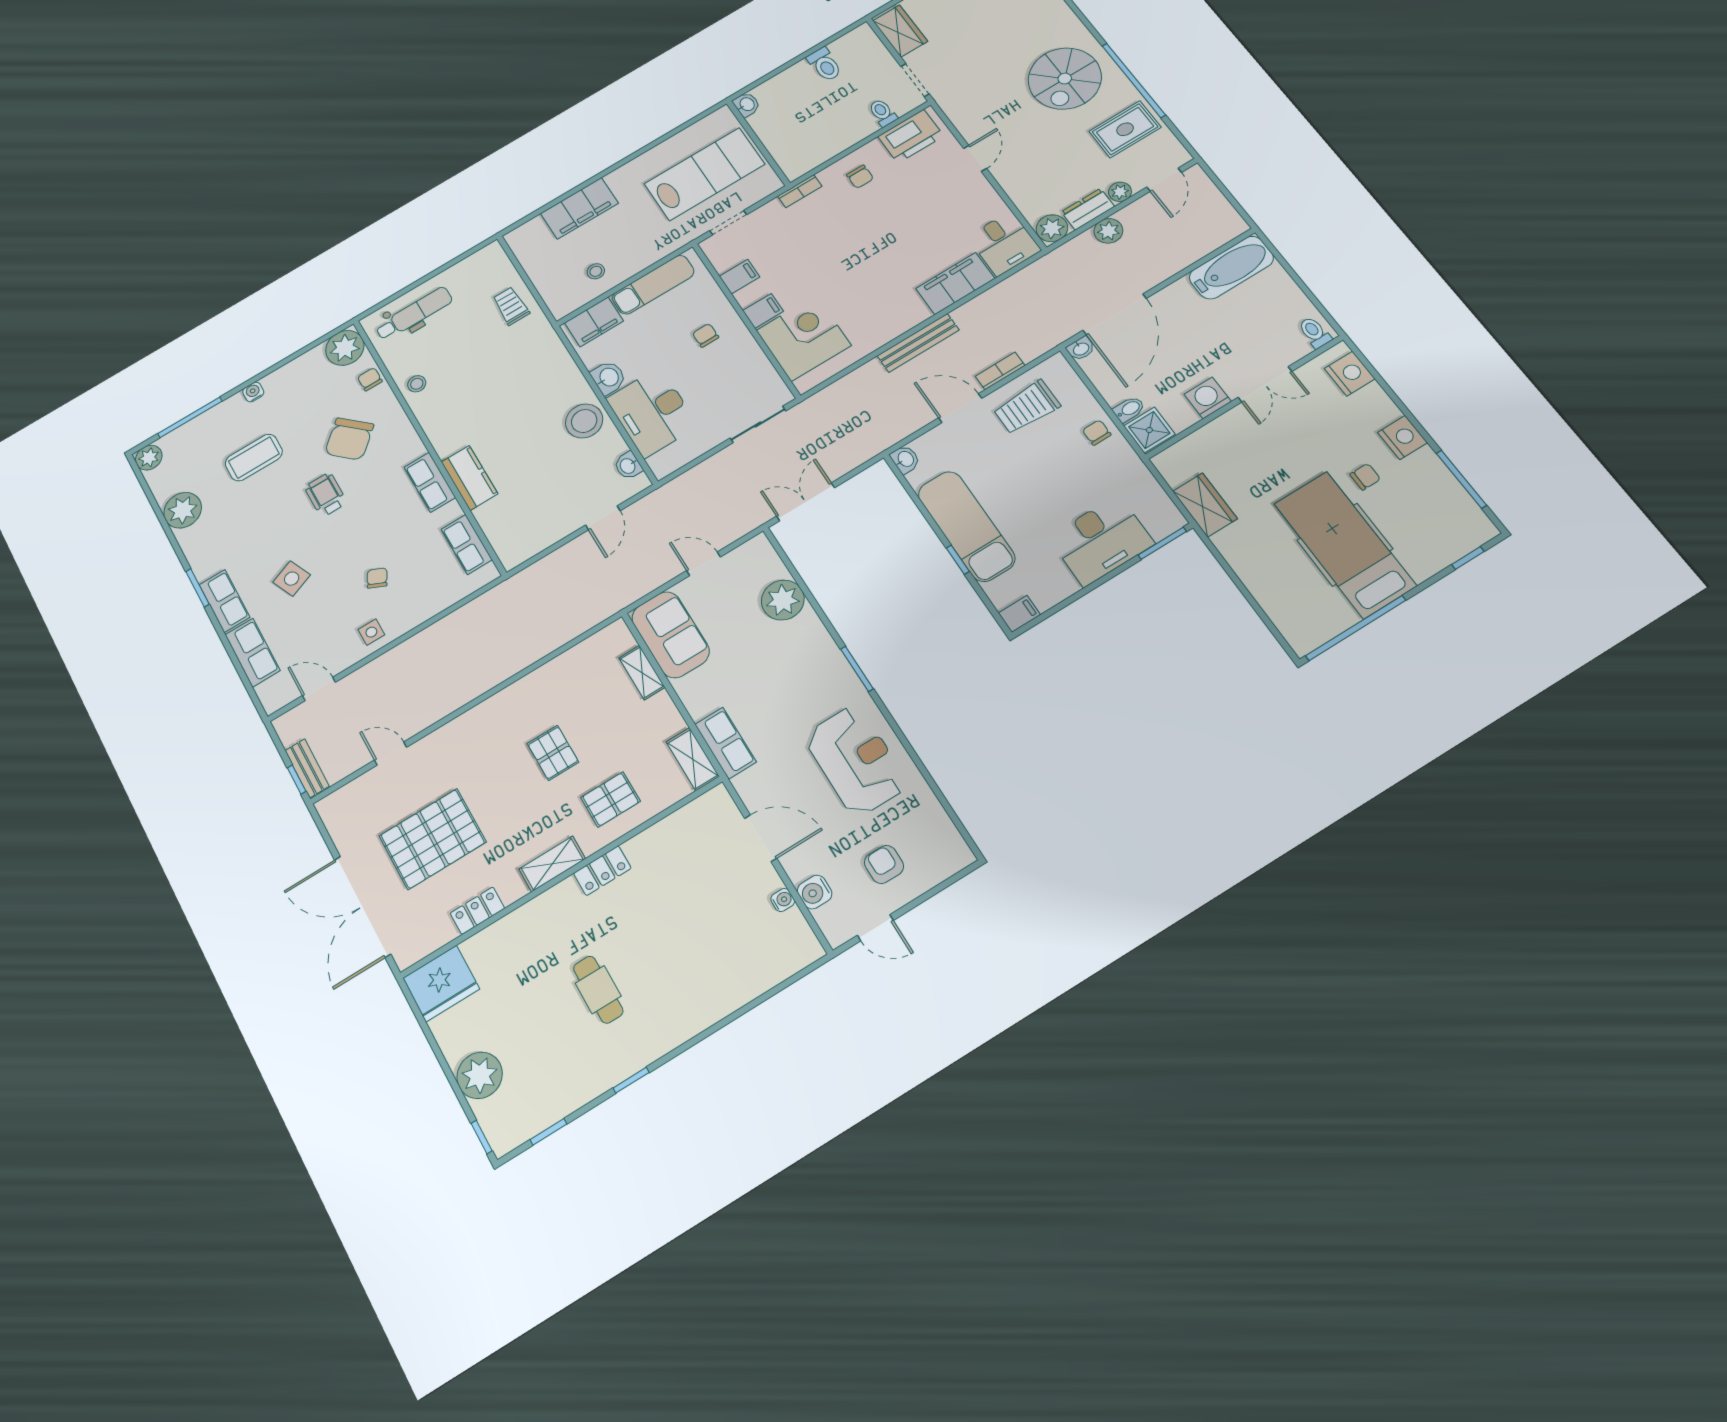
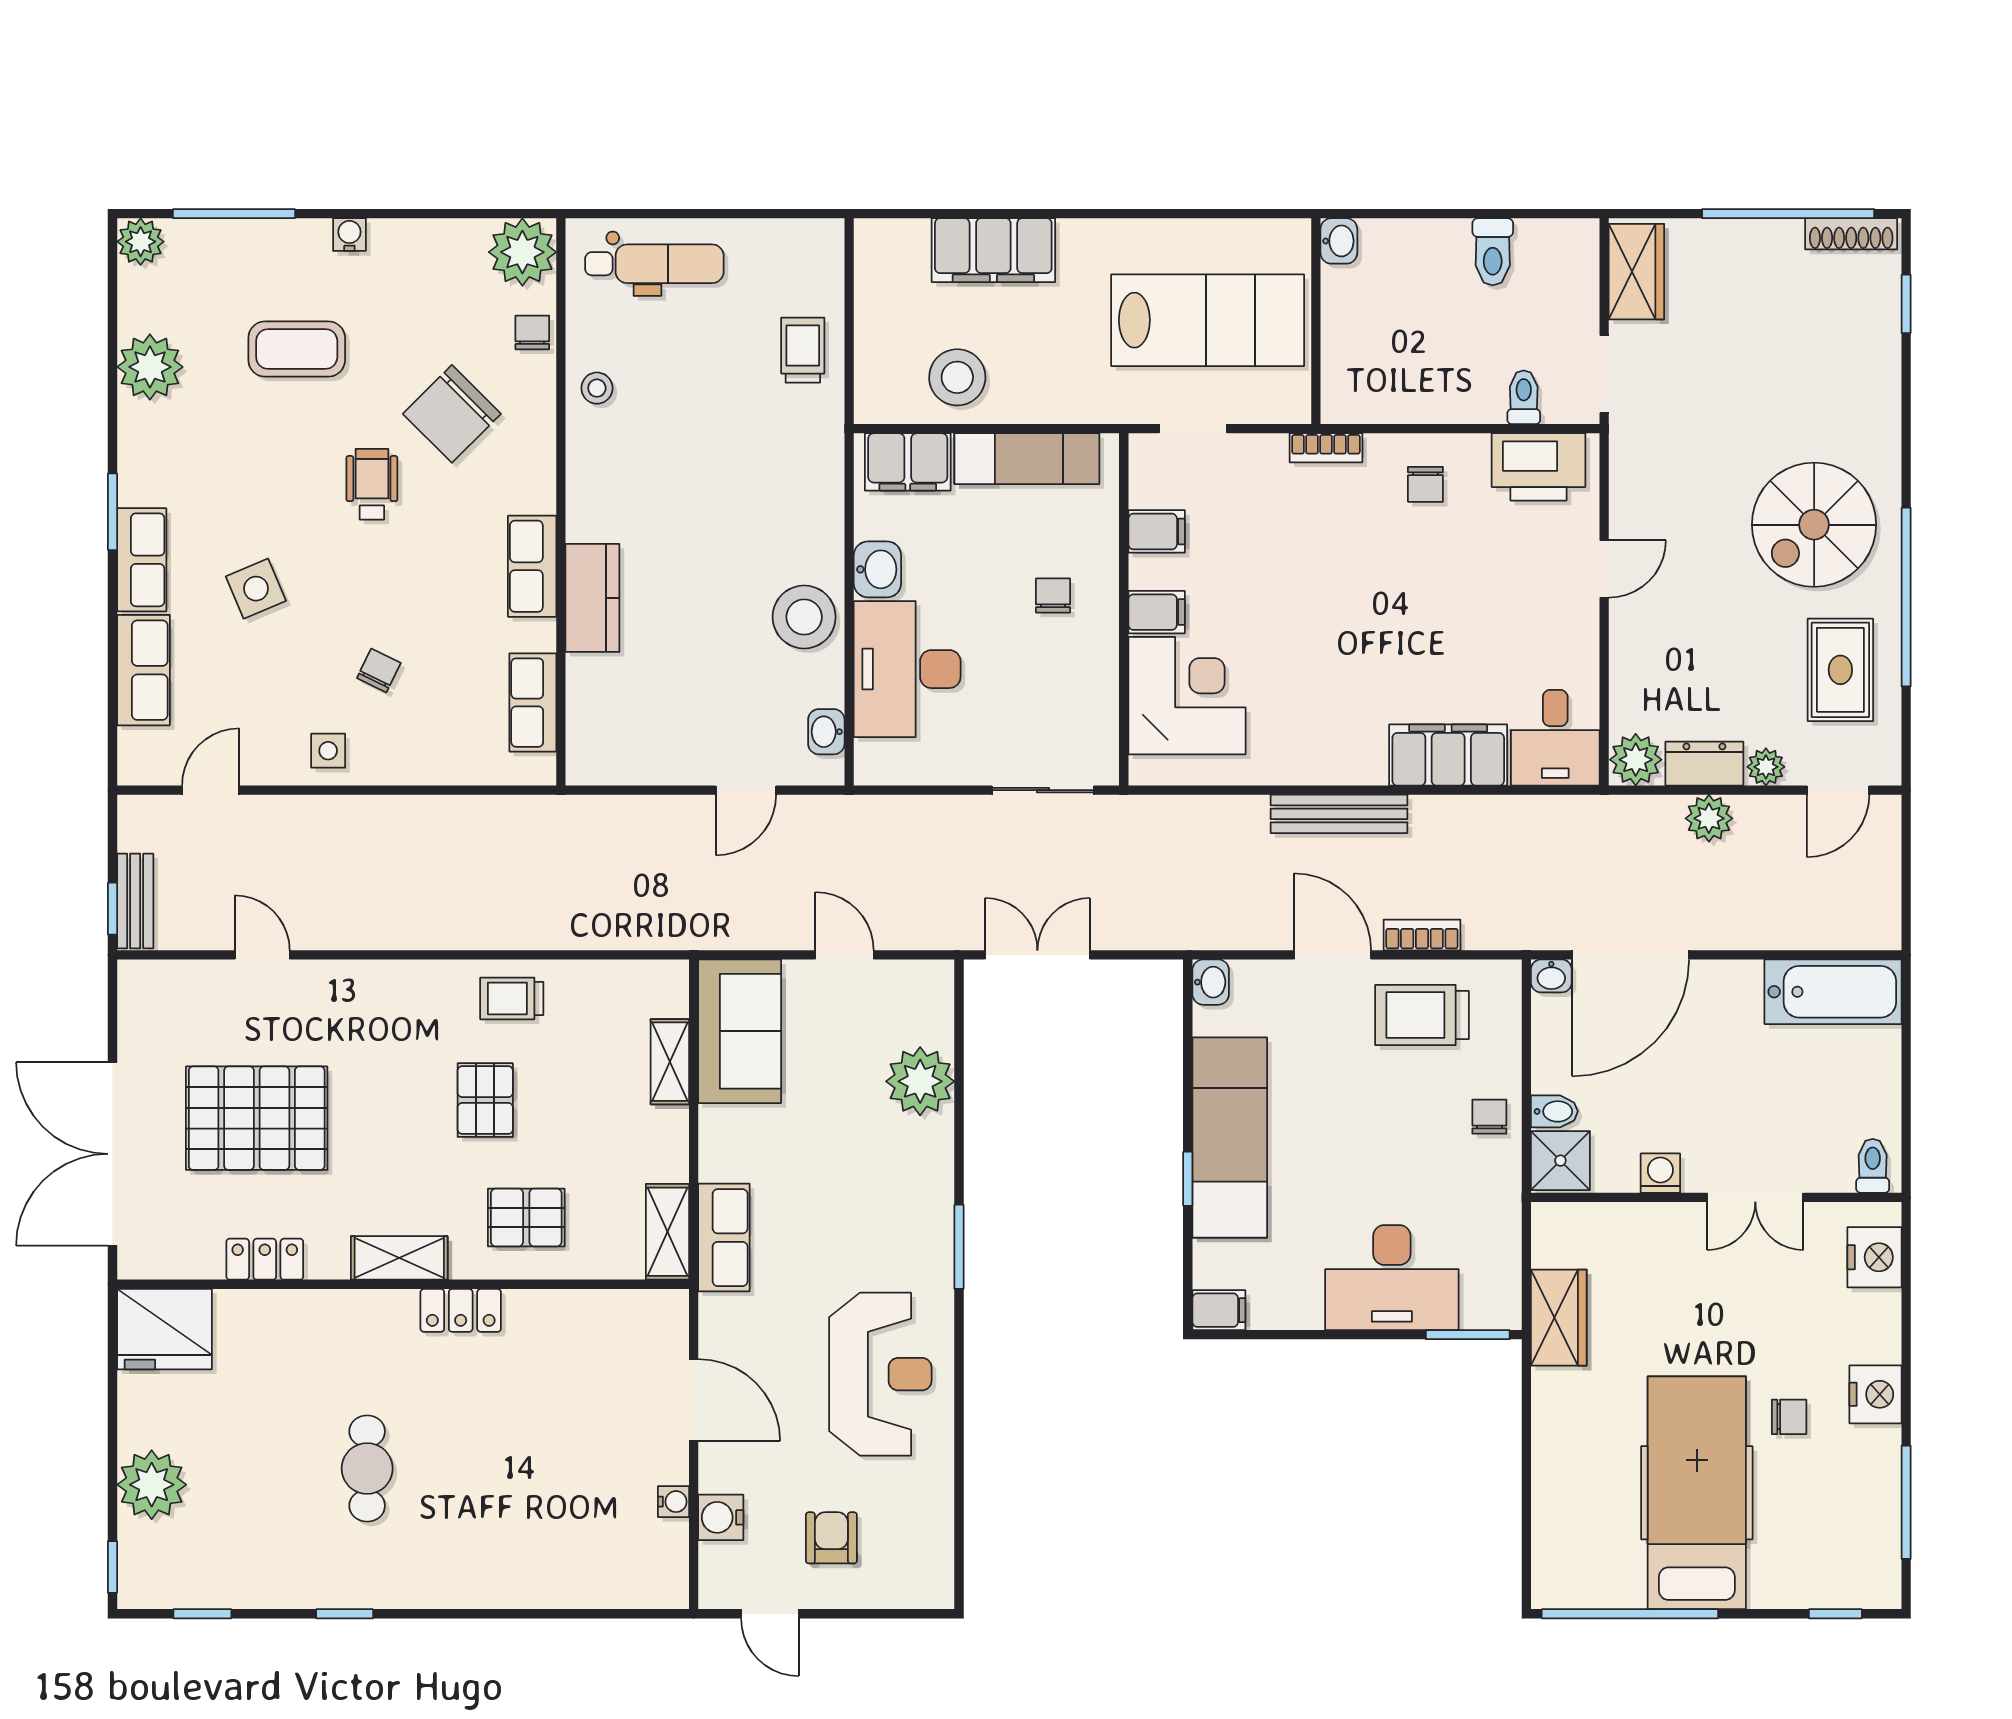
rug: (1125, 129) -> (1840, 670), turned 90
stool: (596, 271) -> (957, 377), width x1.89, depth x1.89
washing machine: (1208, 398) -> (1660, 1173), width x0.73, depth x0.73
door: (319, 689) -> (211, 790), hinge flipped
trolley: (538, 693) -> (512, 998), added

